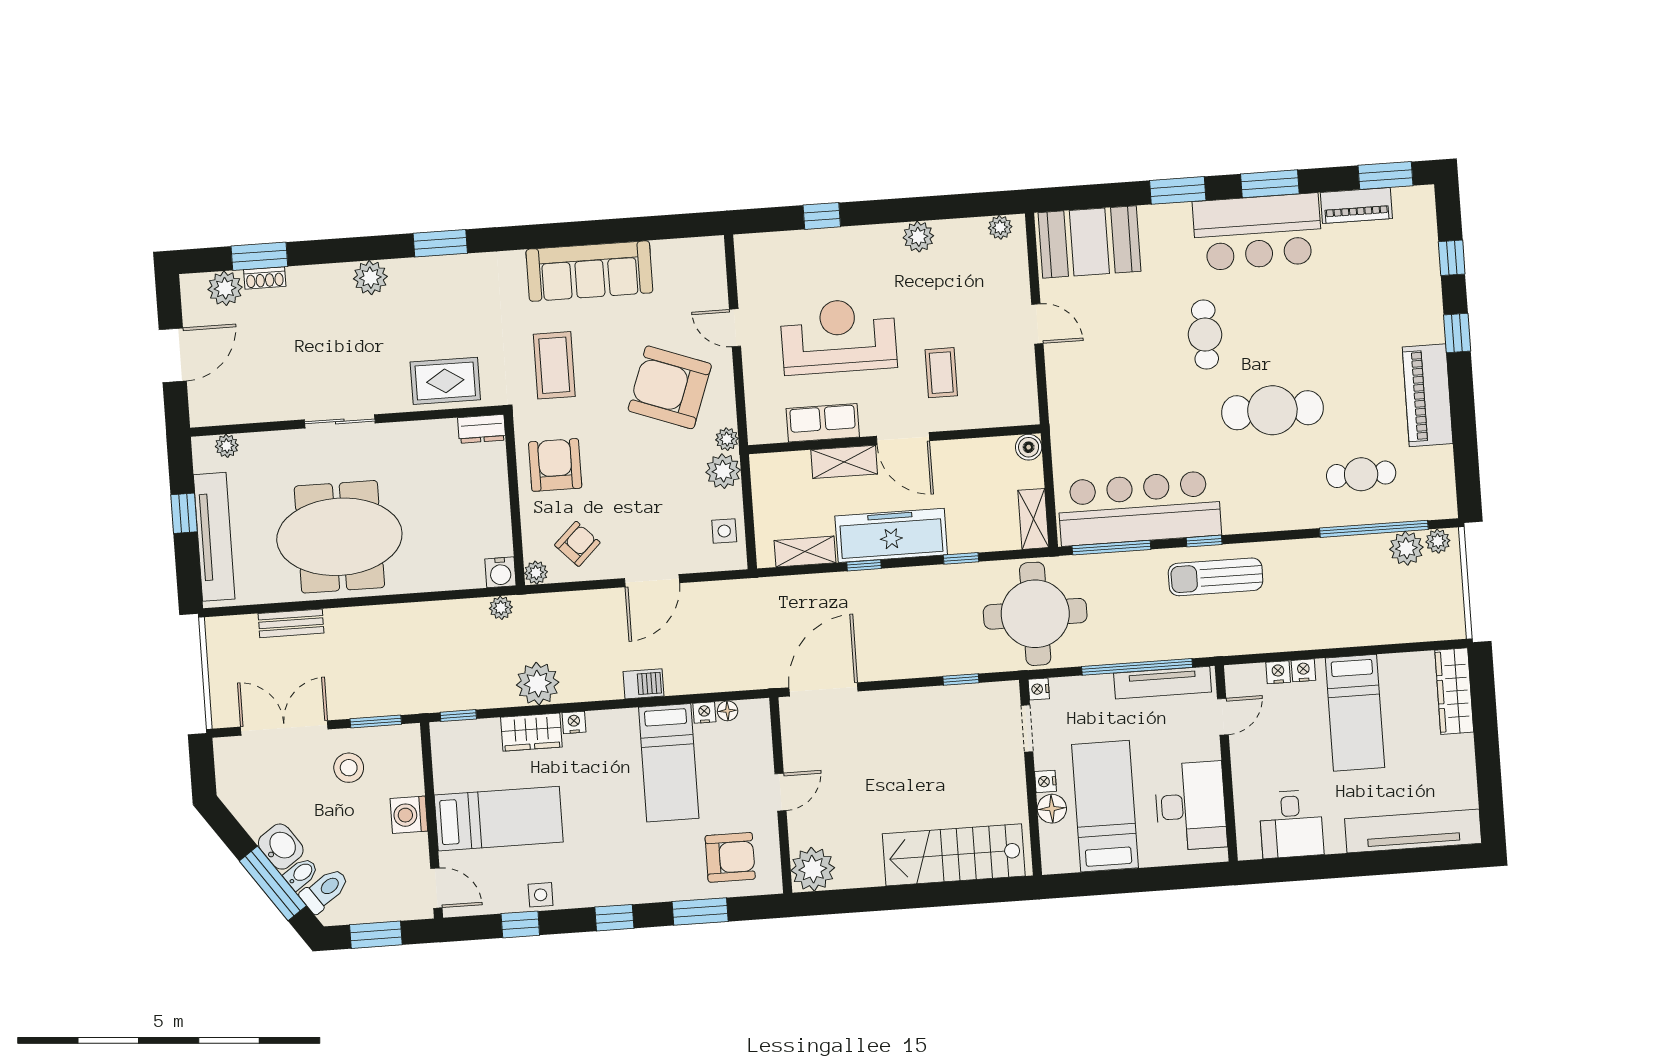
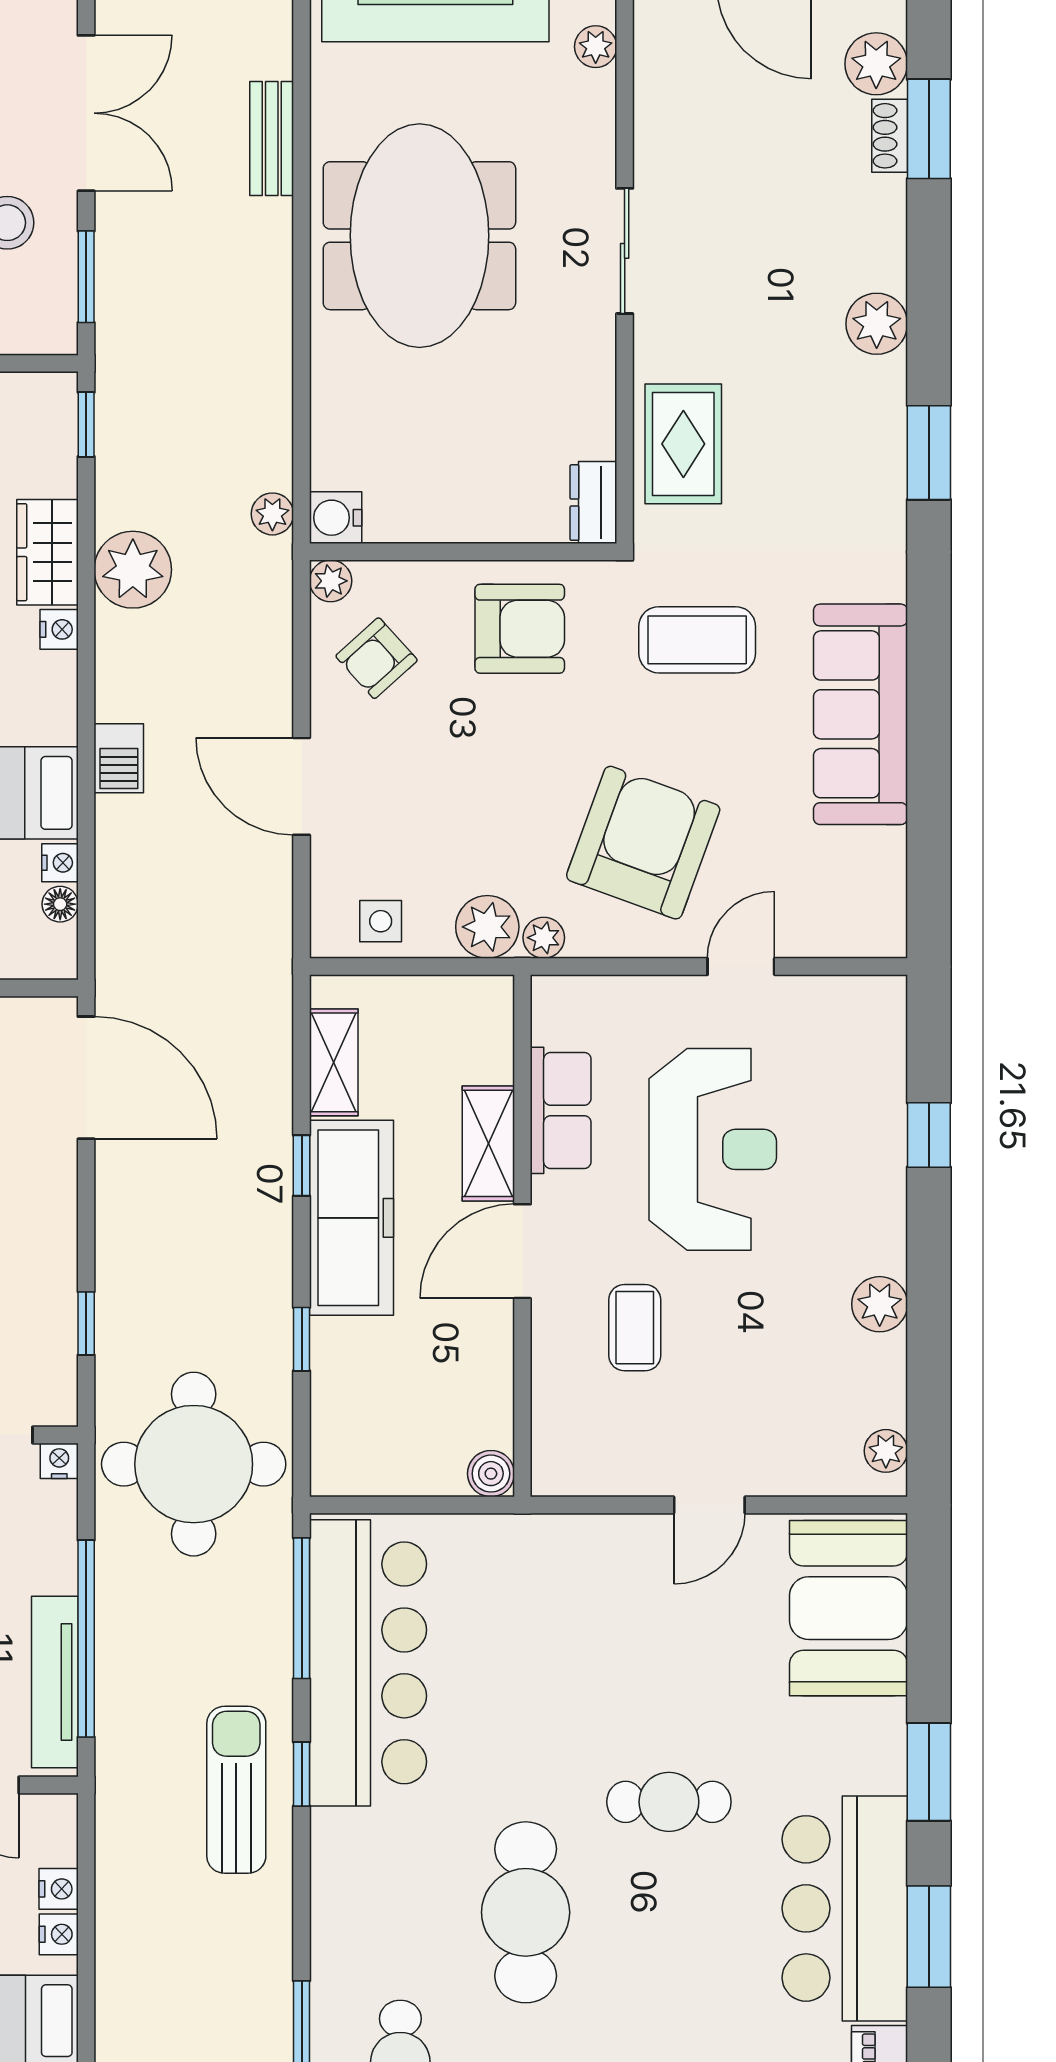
coffee table: (941, 373) -> (635, 1328), turned 90
shelving: (1033, 519) -> (363, 1473), removed
armchair: (577, 544) -> (377, 658), turned 92

